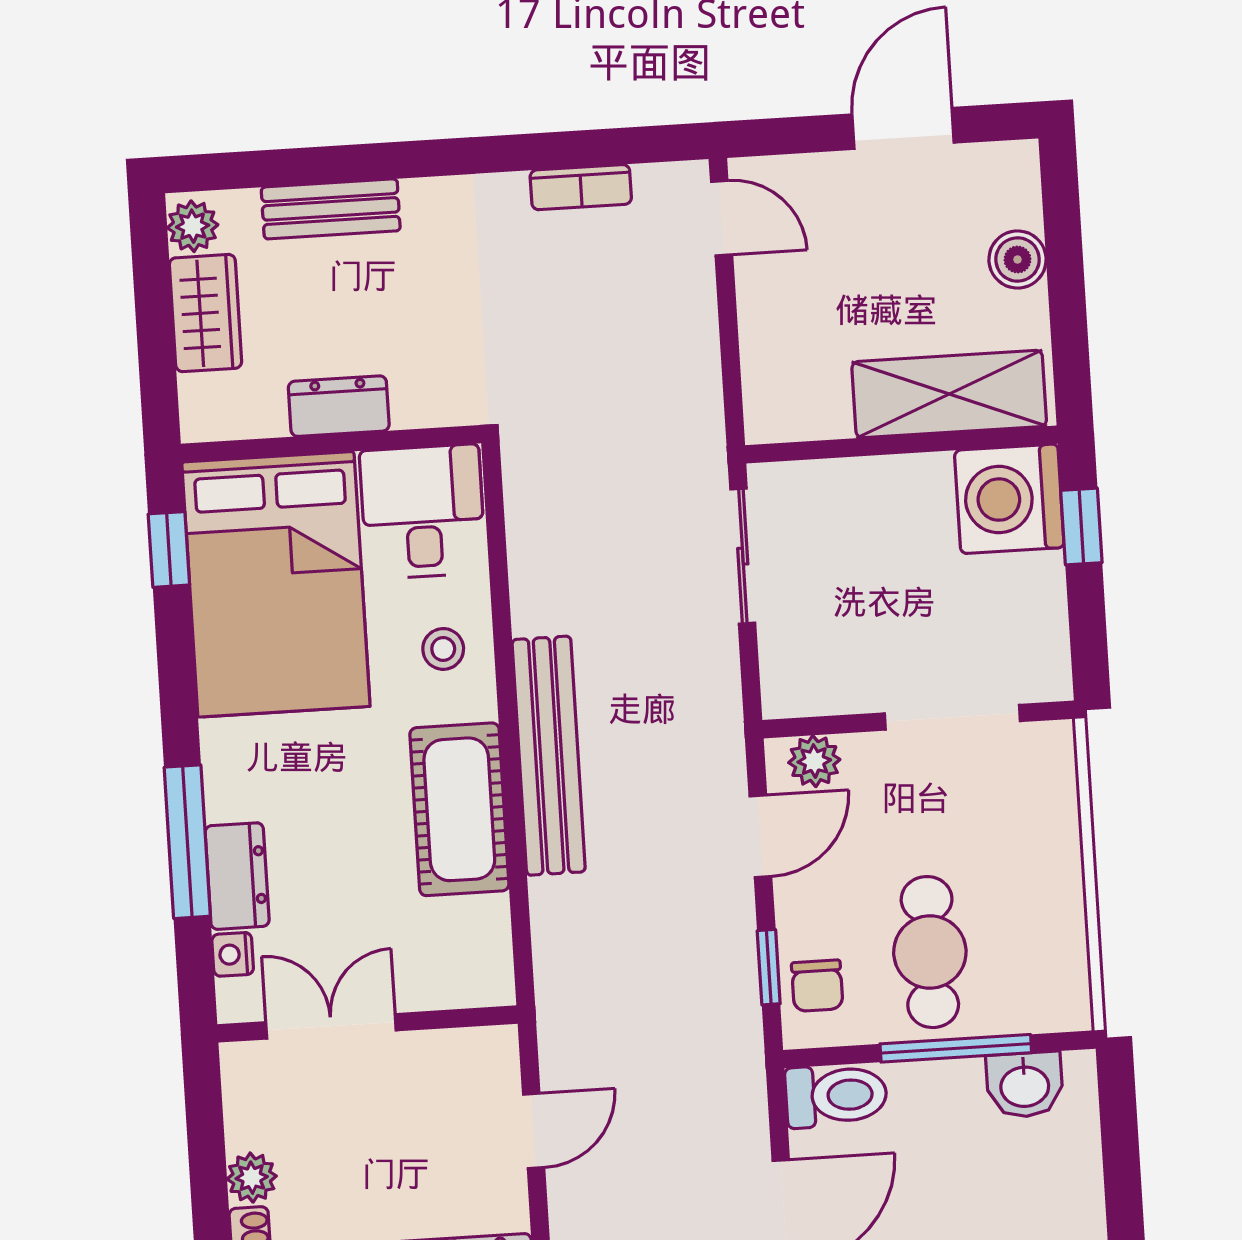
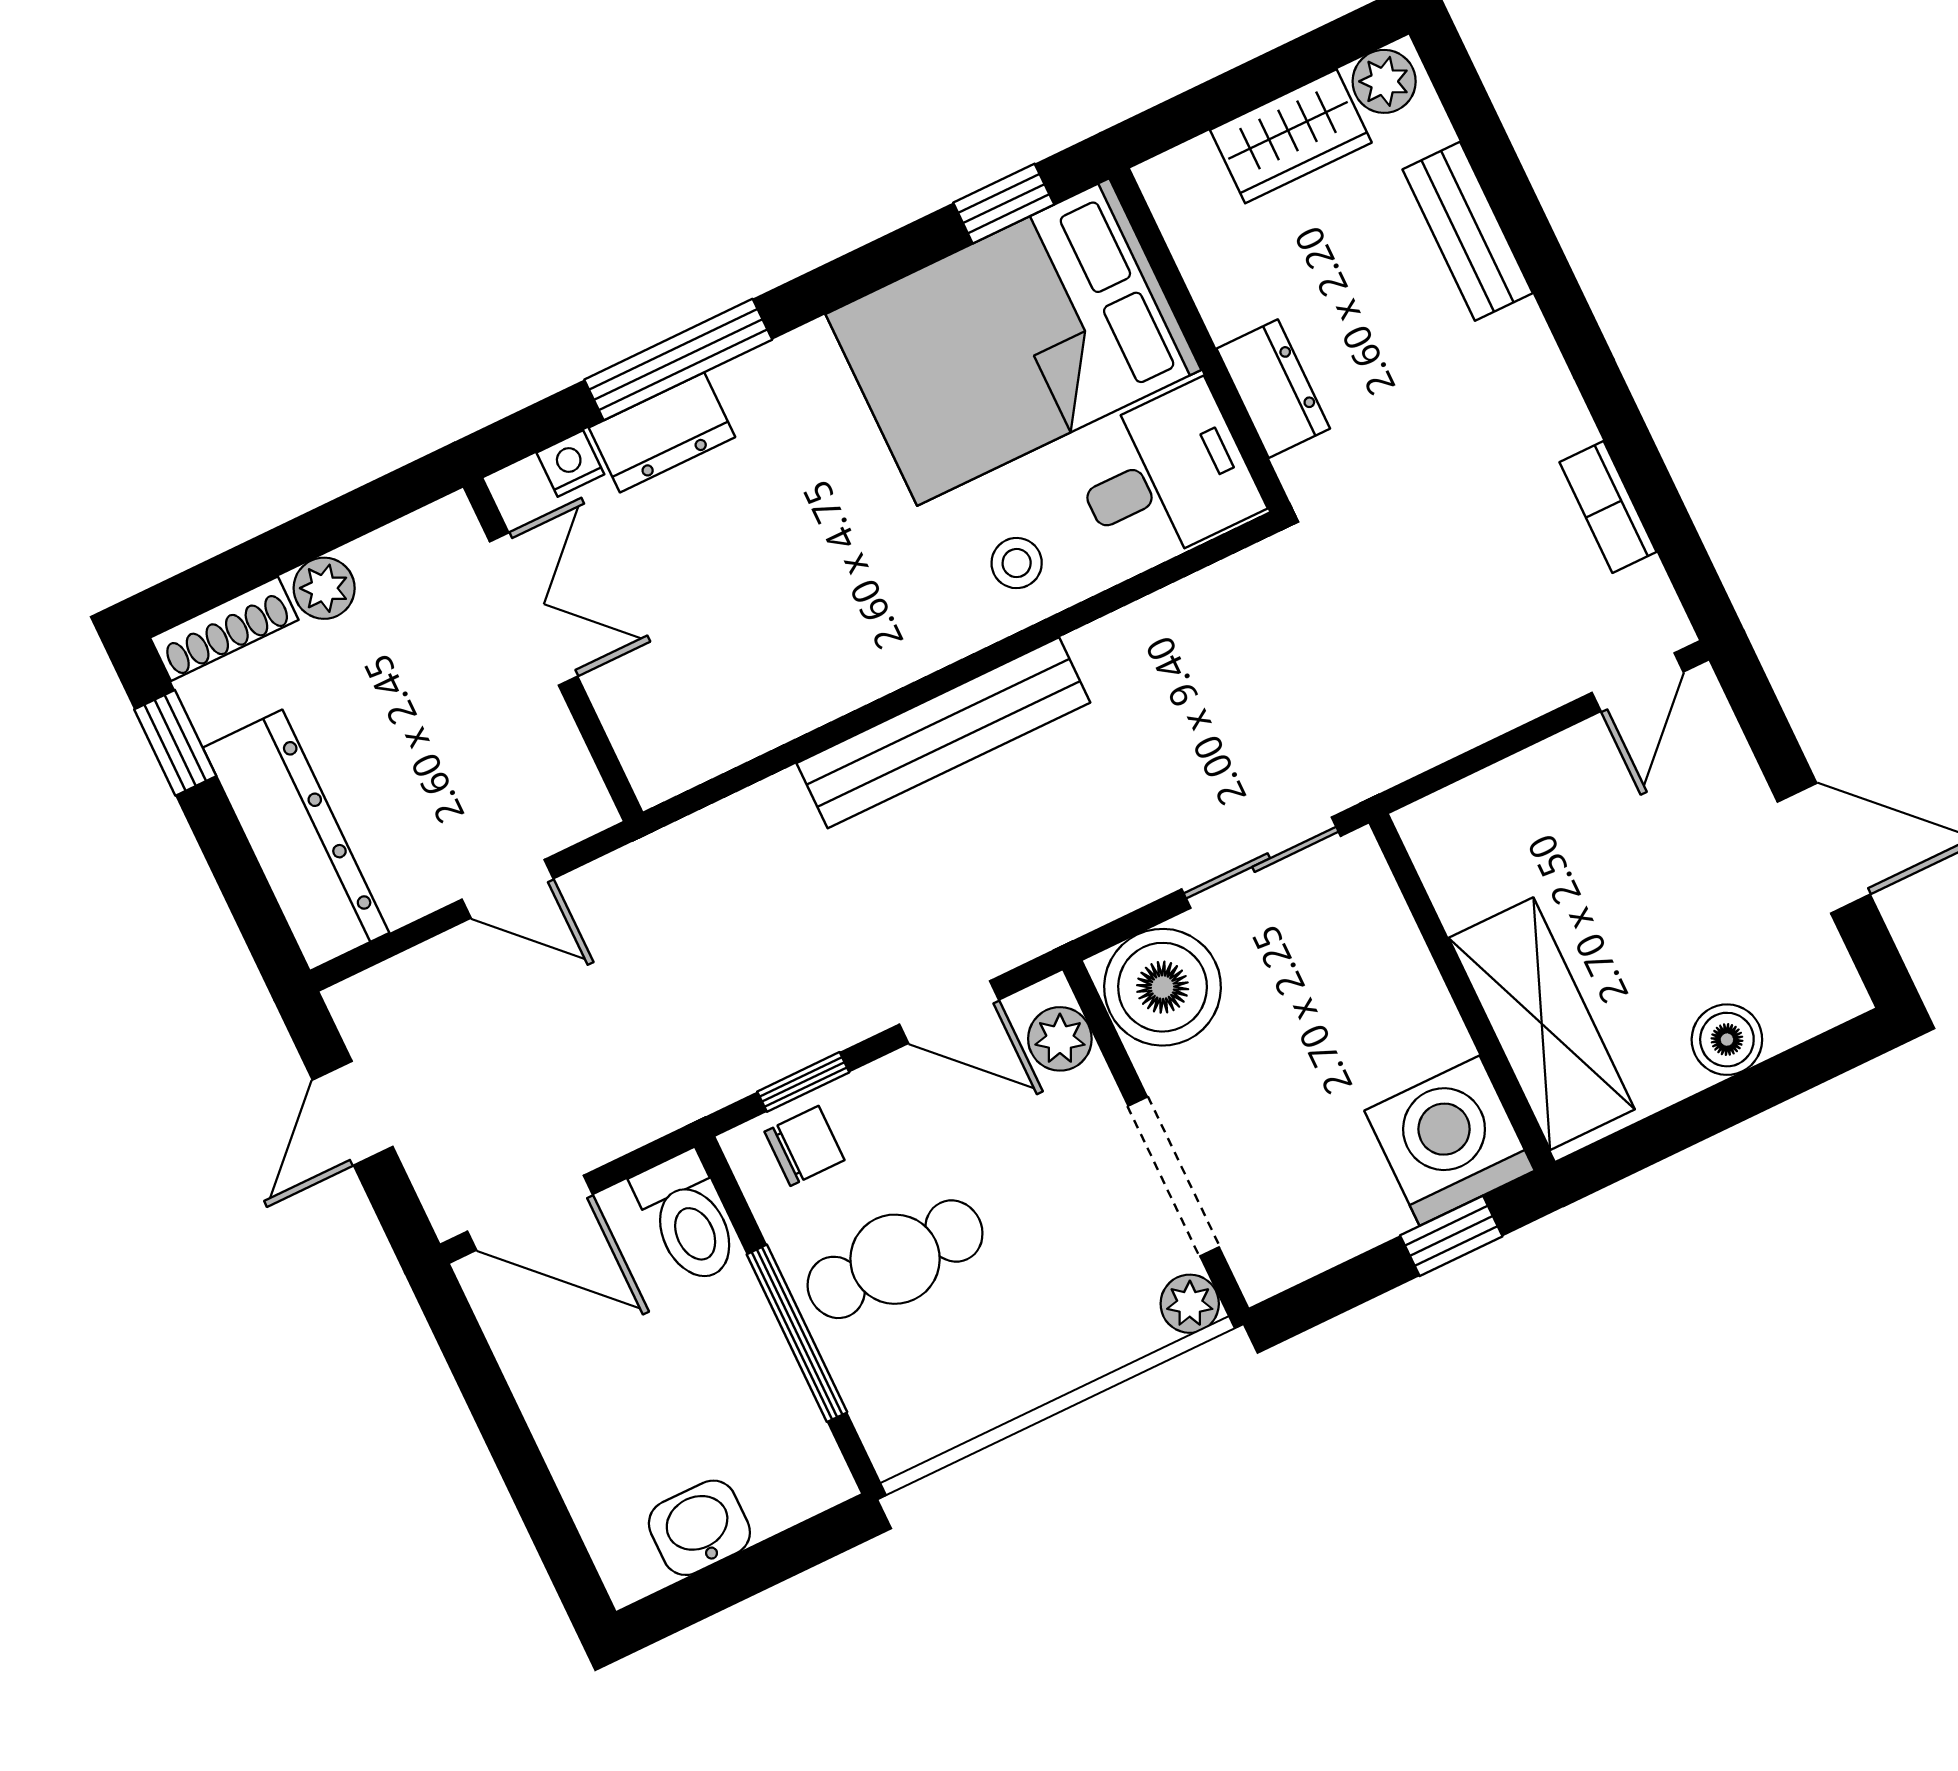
dresser: (339, 406) -> (1273, 389), moved
boiler: (807, 668) -> (1163, 987), added
plant: (1053, 744) -> (1190, 1304), added
cot: (459, 809) -> (841, 656), removed
chair: (817, 986) -> (805, 1146), turned 180
washbasin: (1025, 1085) -> (699, 1528), moved, turned 90

